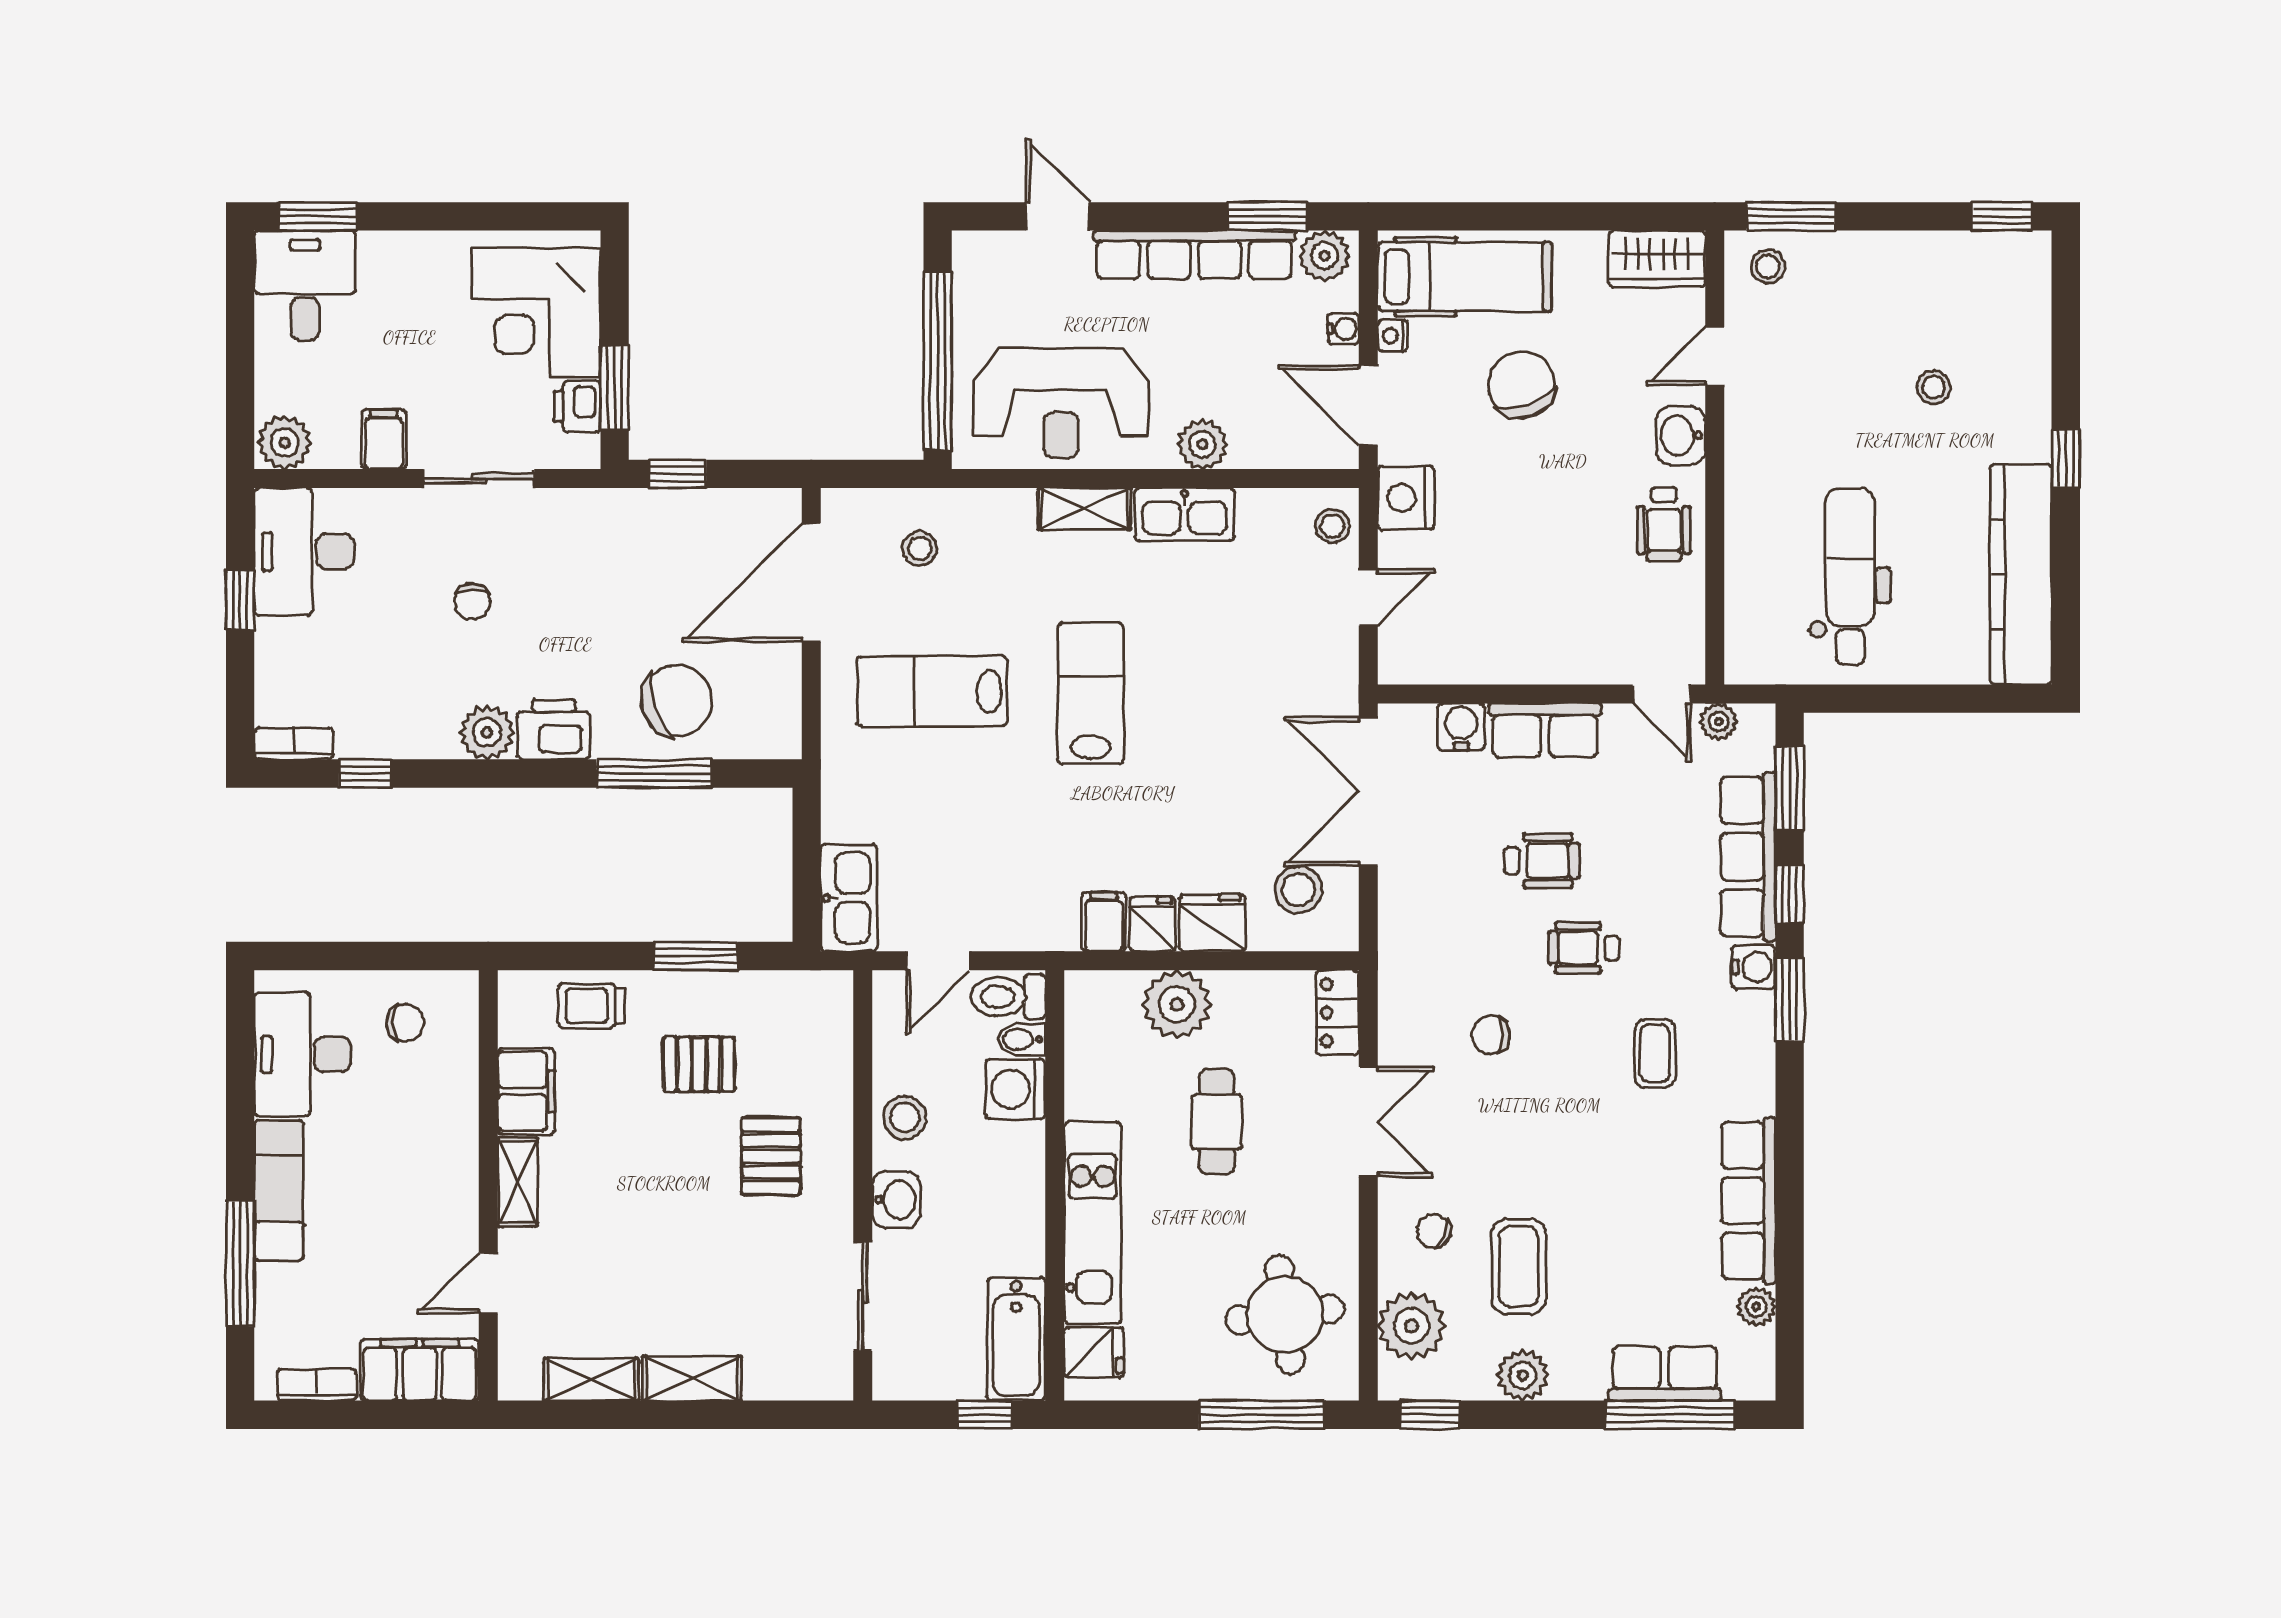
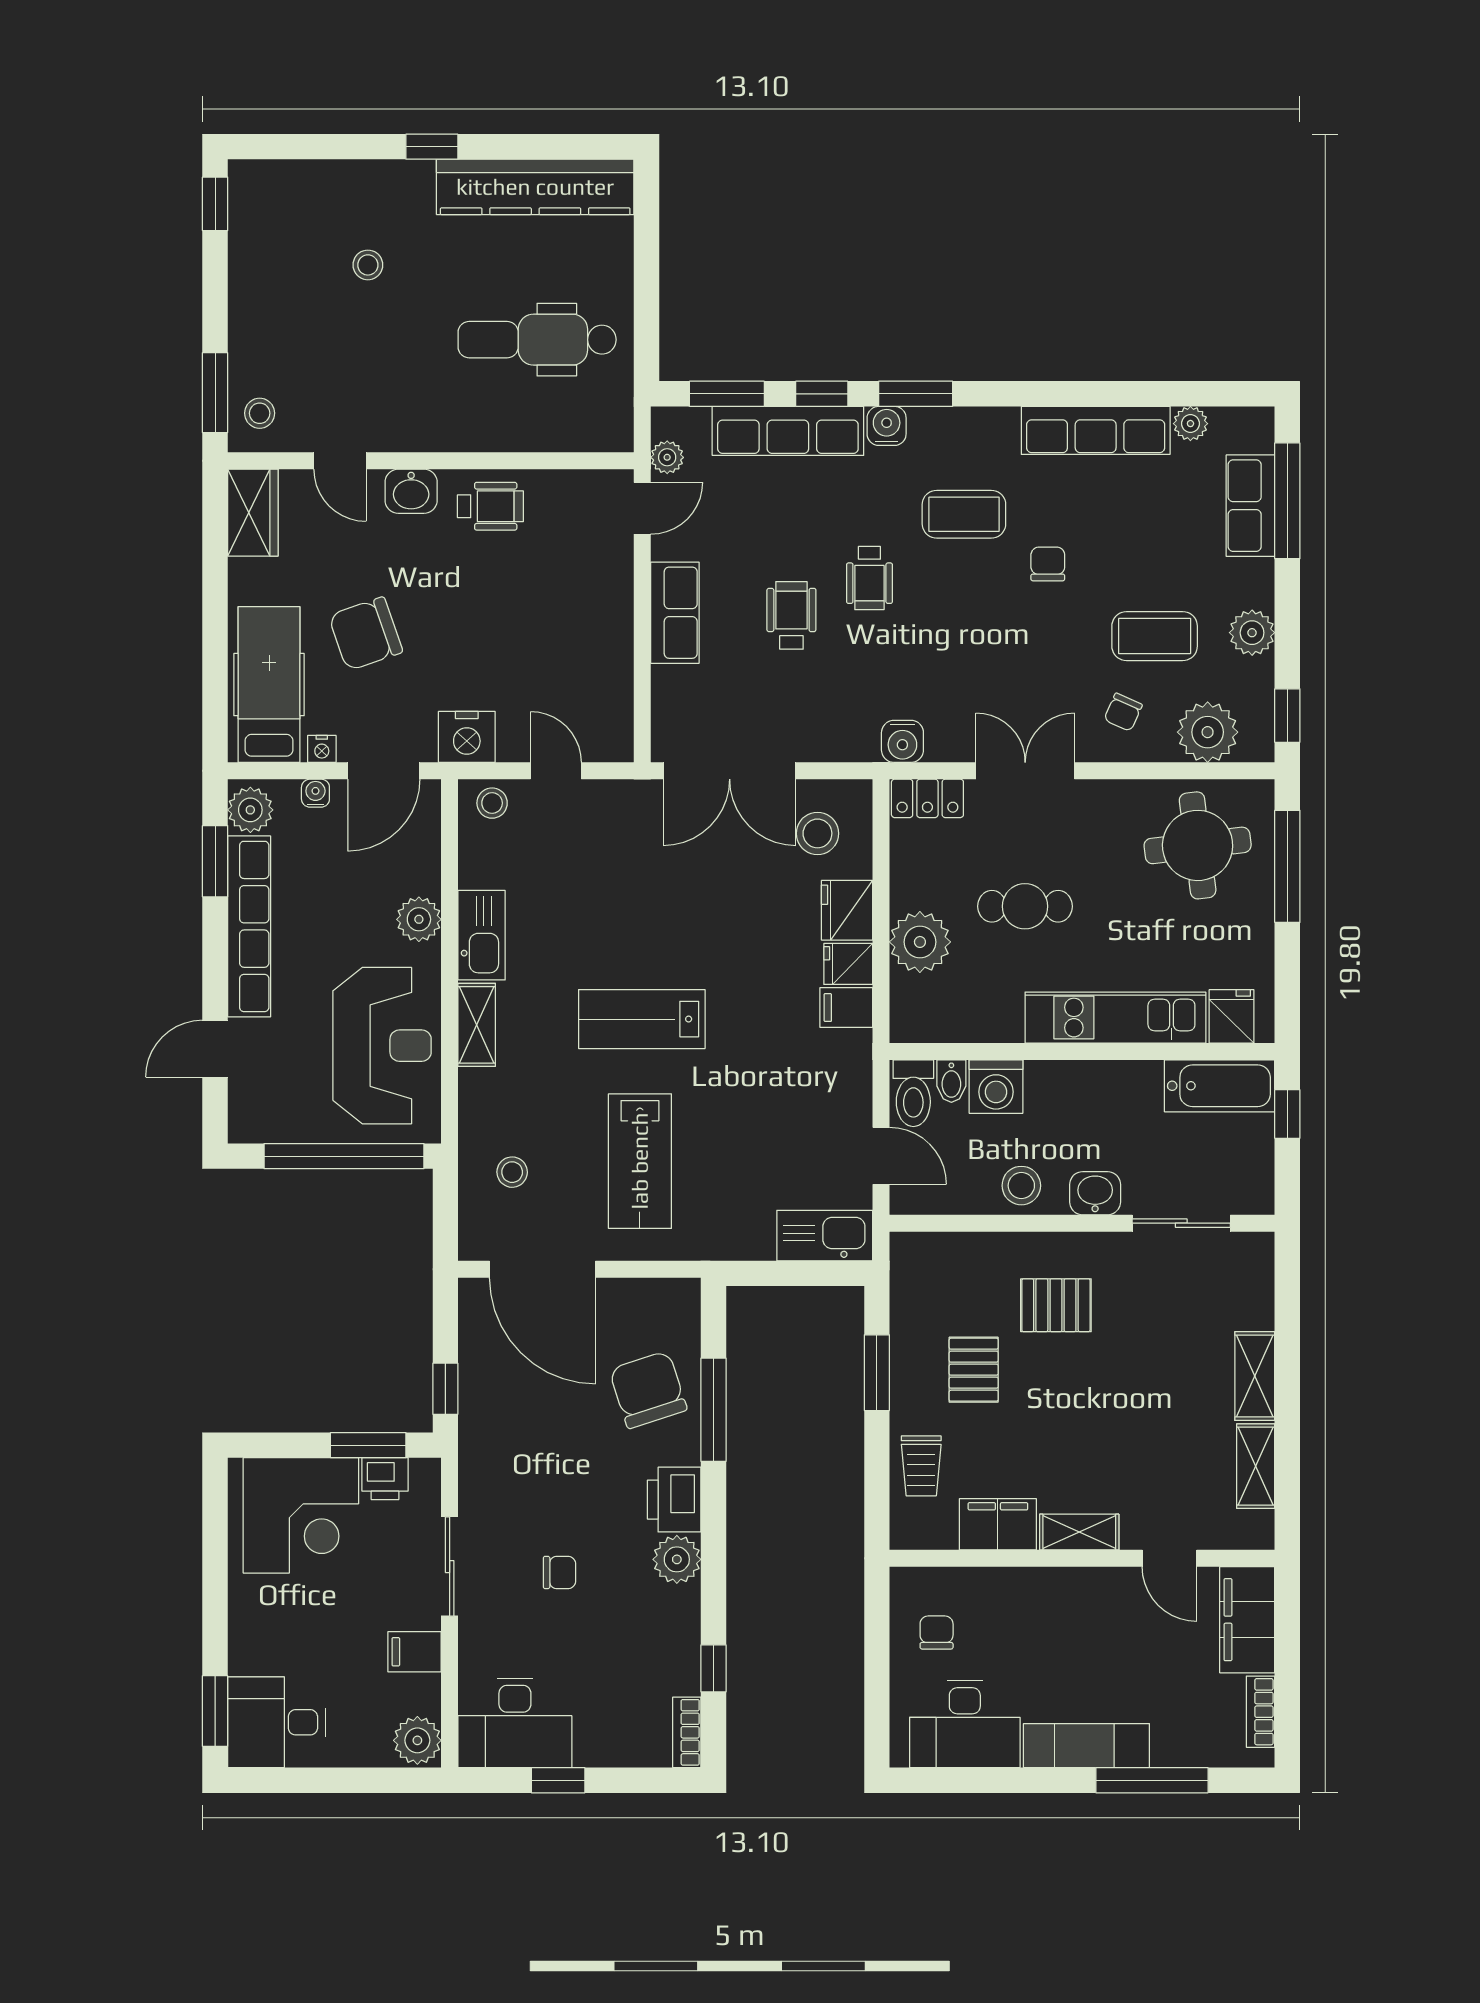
water cooler: (1461, 727) -> (902, 741), moved, turned -90
chair: (1491, 1035) -> (1048, 564), moved, turned 180
coffee table: (1655, 1053) -> (964, 514), width x1.36, depth x1.30

